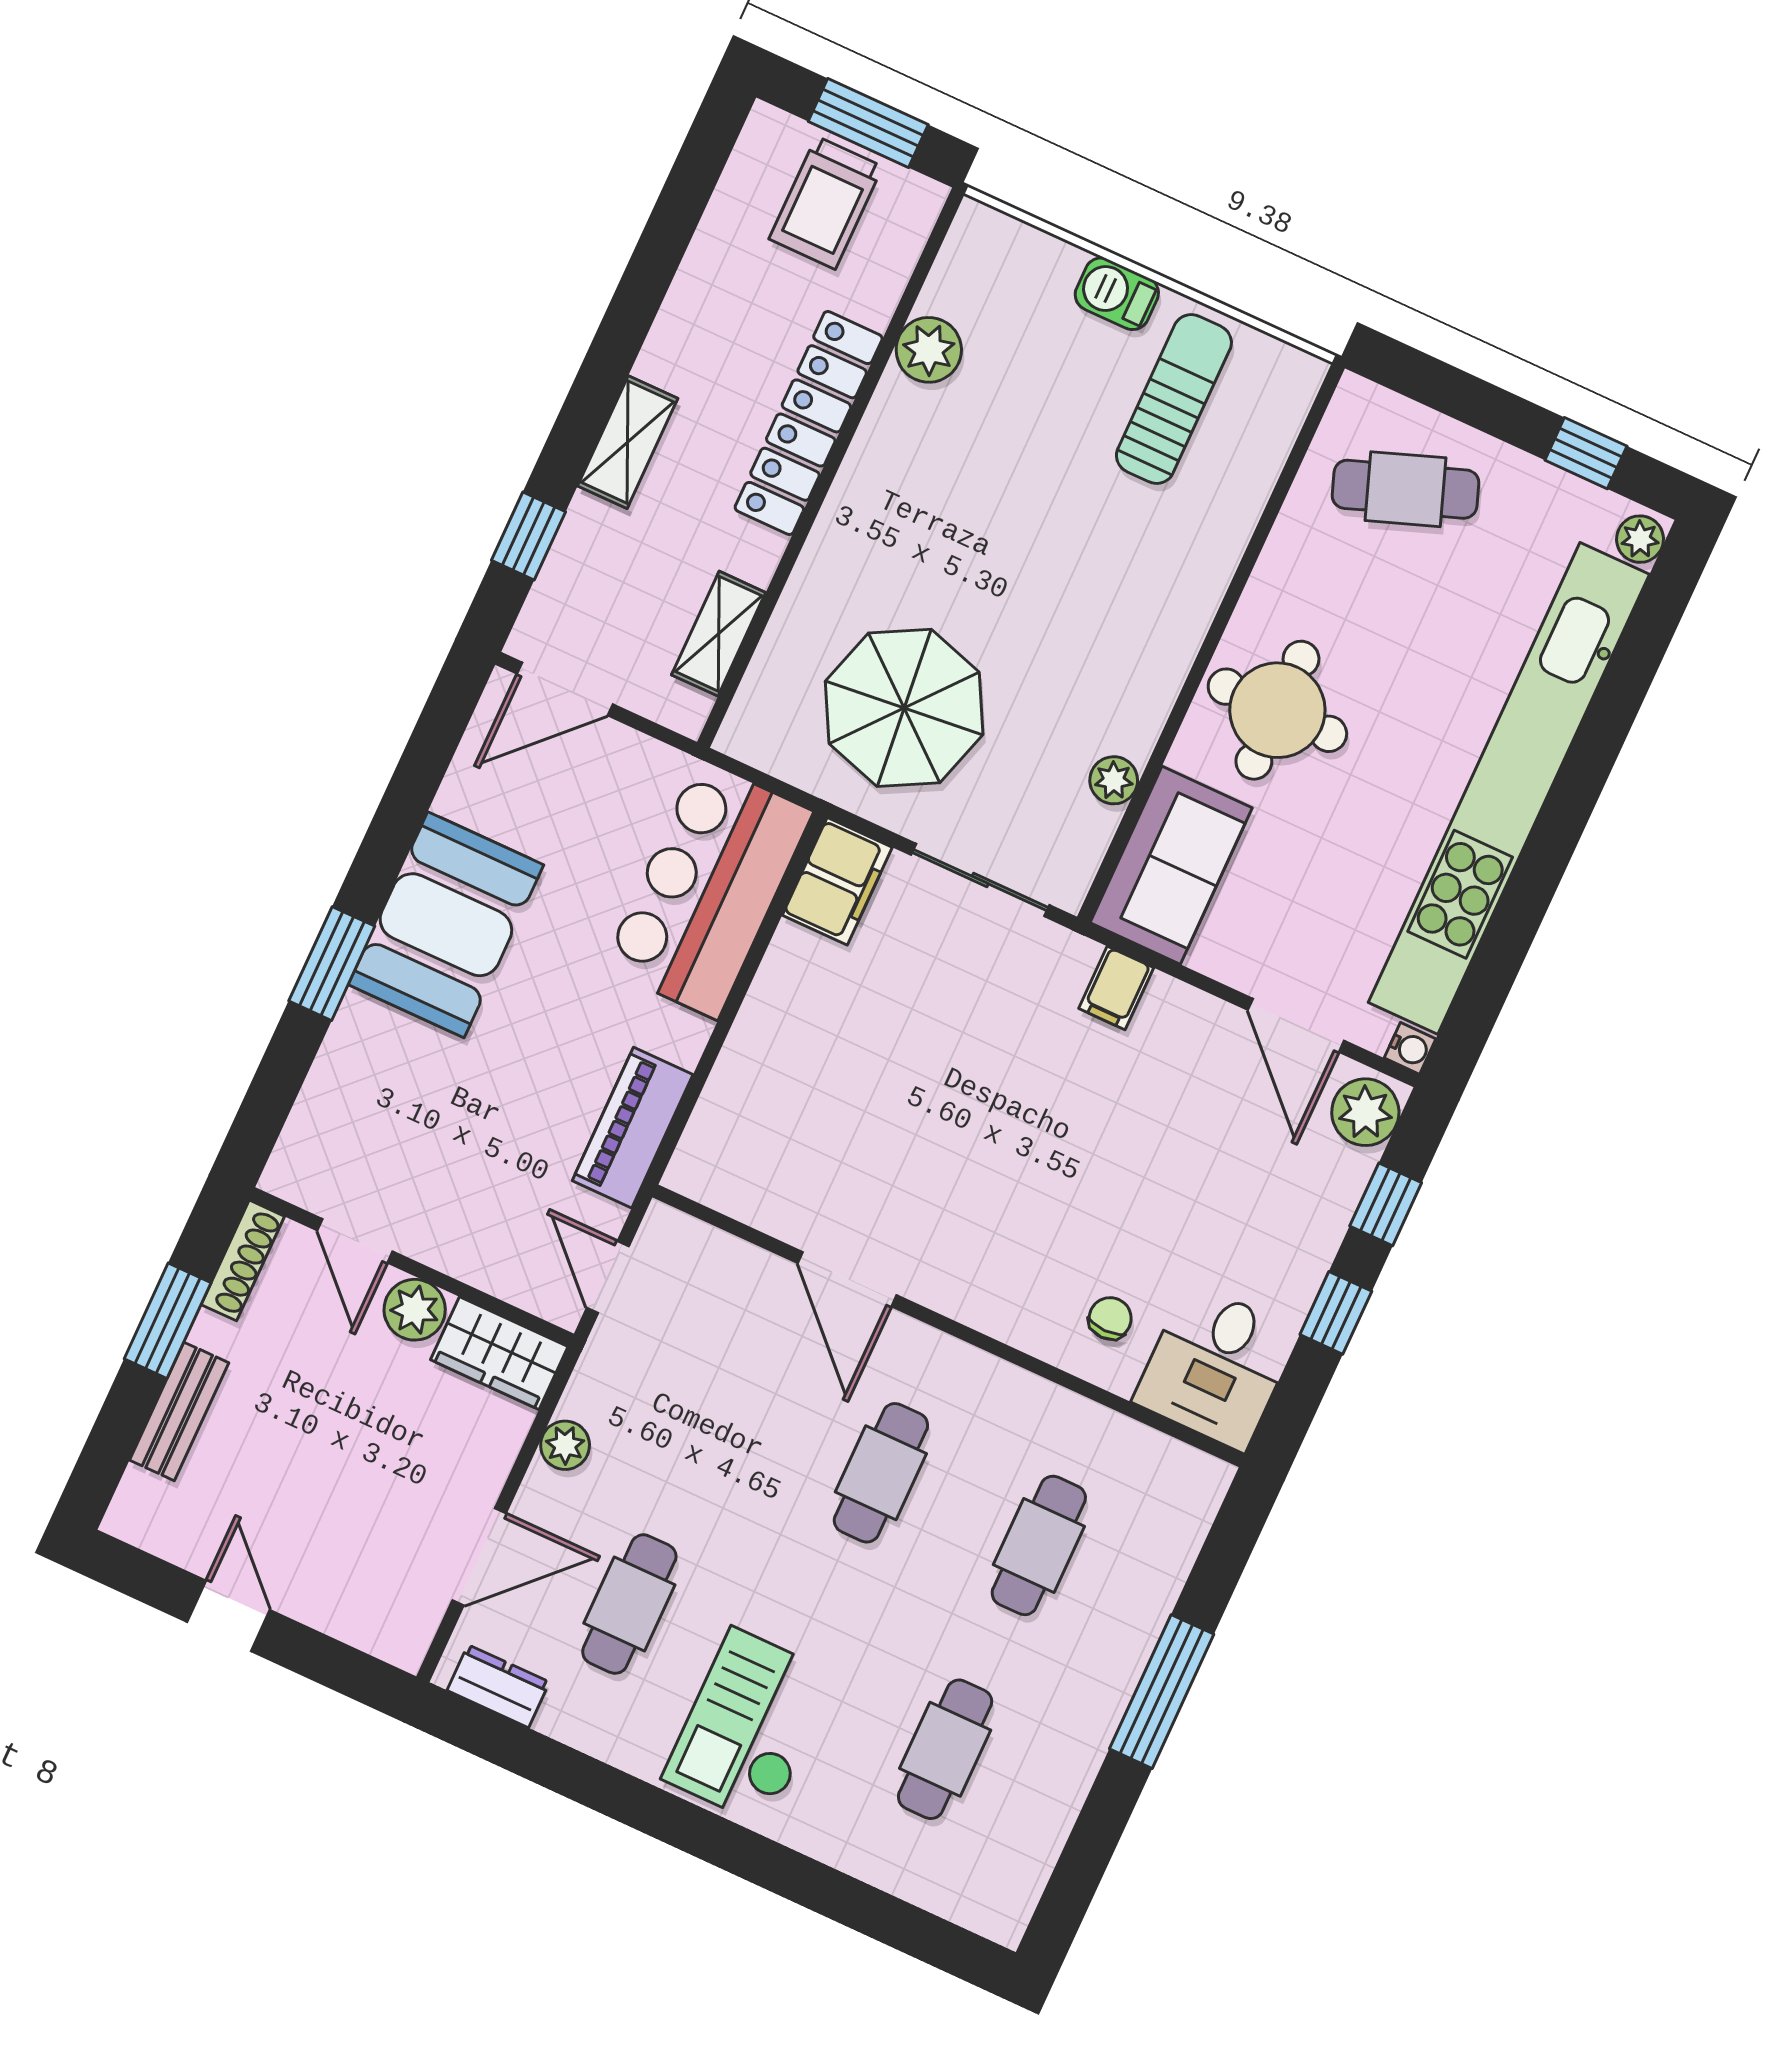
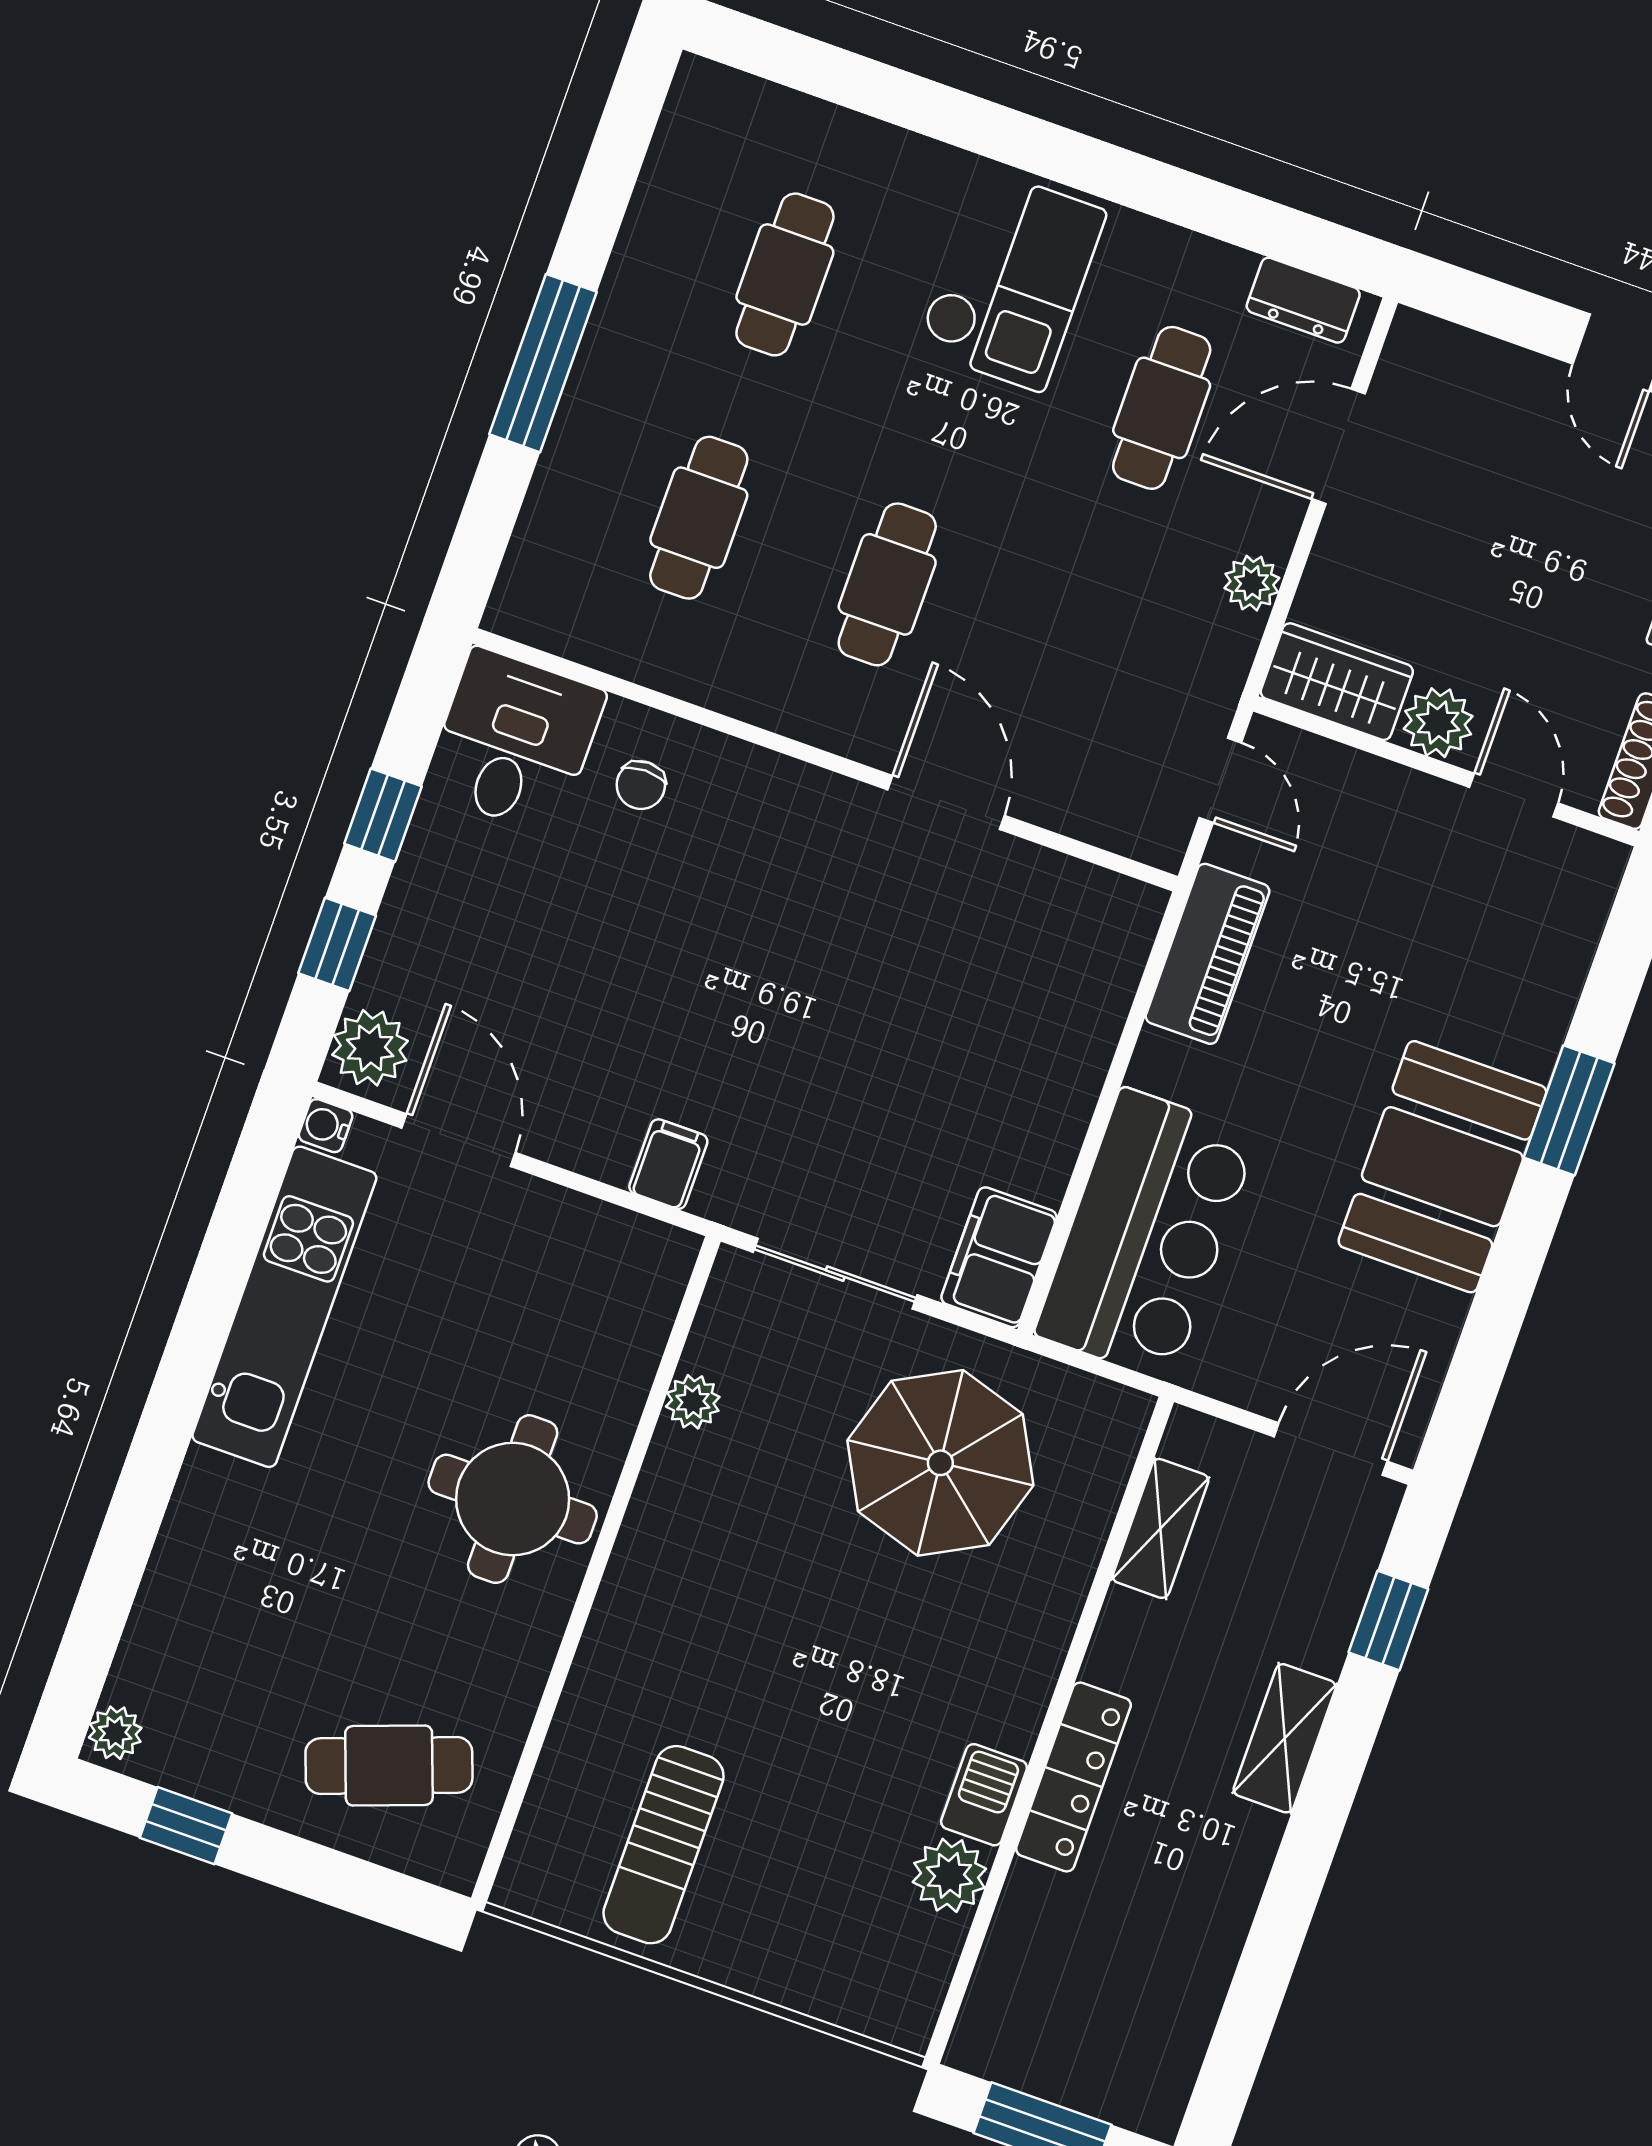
trolley: (826, 203) -> (1083, 2033), removed
barbecue: (1117, 294) -> (984, 1795), moved, turned -90
locker: (809, 423) -> (1073, 1777), width x0.71, depth x0.83
kitchen unit: (1509, 788) -> (284, 1307), width x0.54
sofa: (1171, 865) -> (618, 1310), removed

